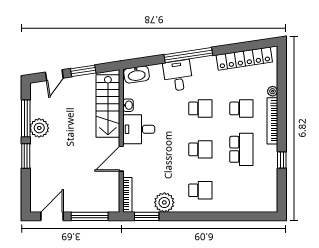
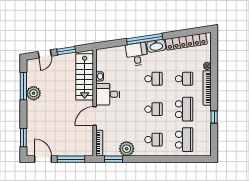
washbasin: (137, 75) -> (156, 46), moved
window: (26, 156) -> (23, 138), moved
school desk: (241, 190) -> (184, 140), added
door: (52, 216) -> (43, 159), hinge flipped

